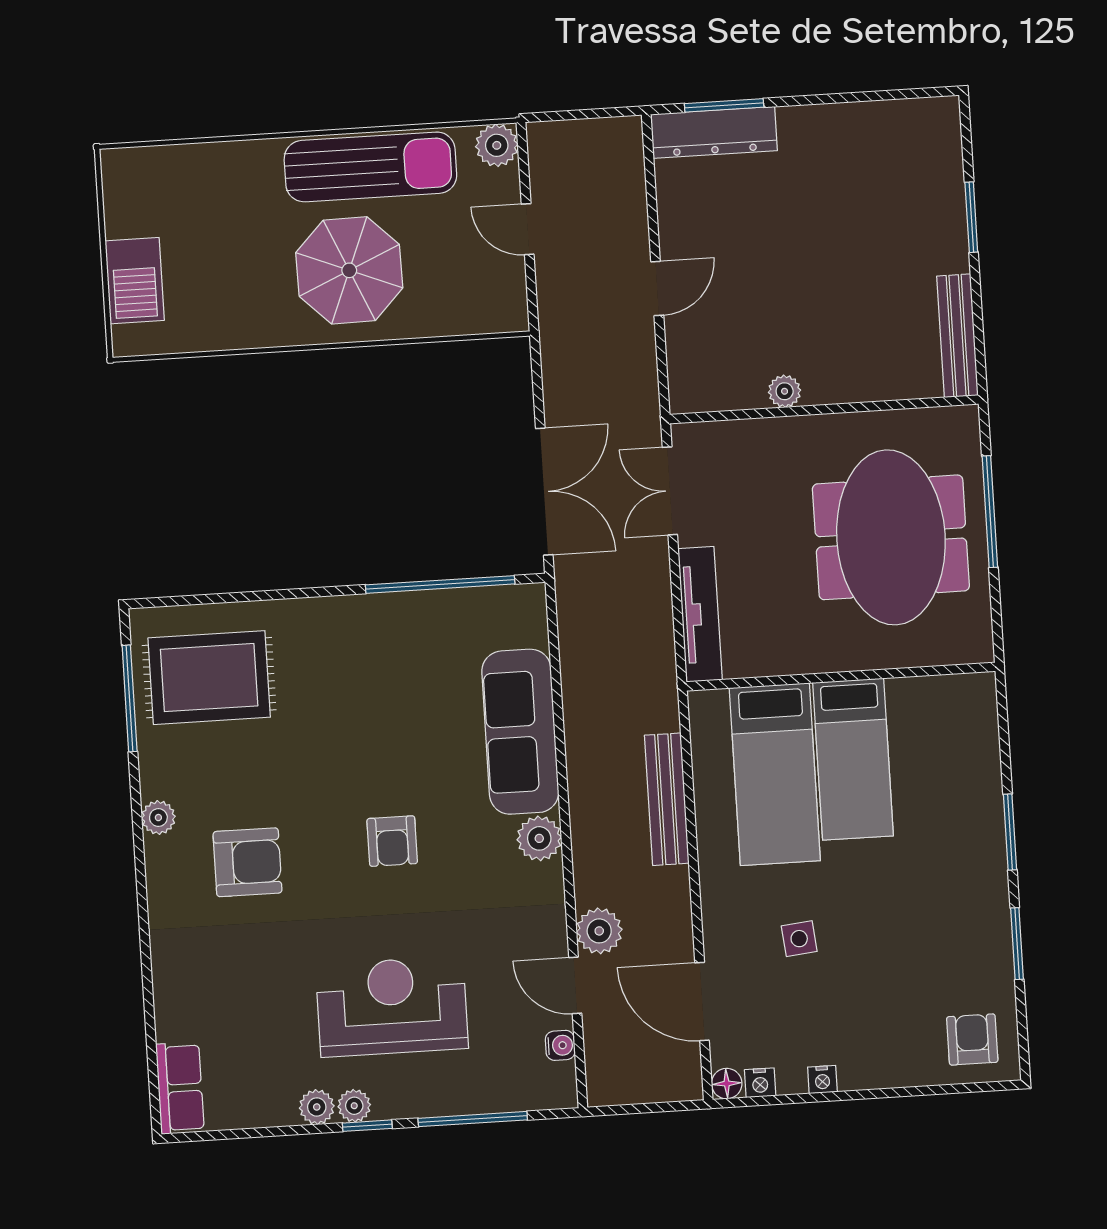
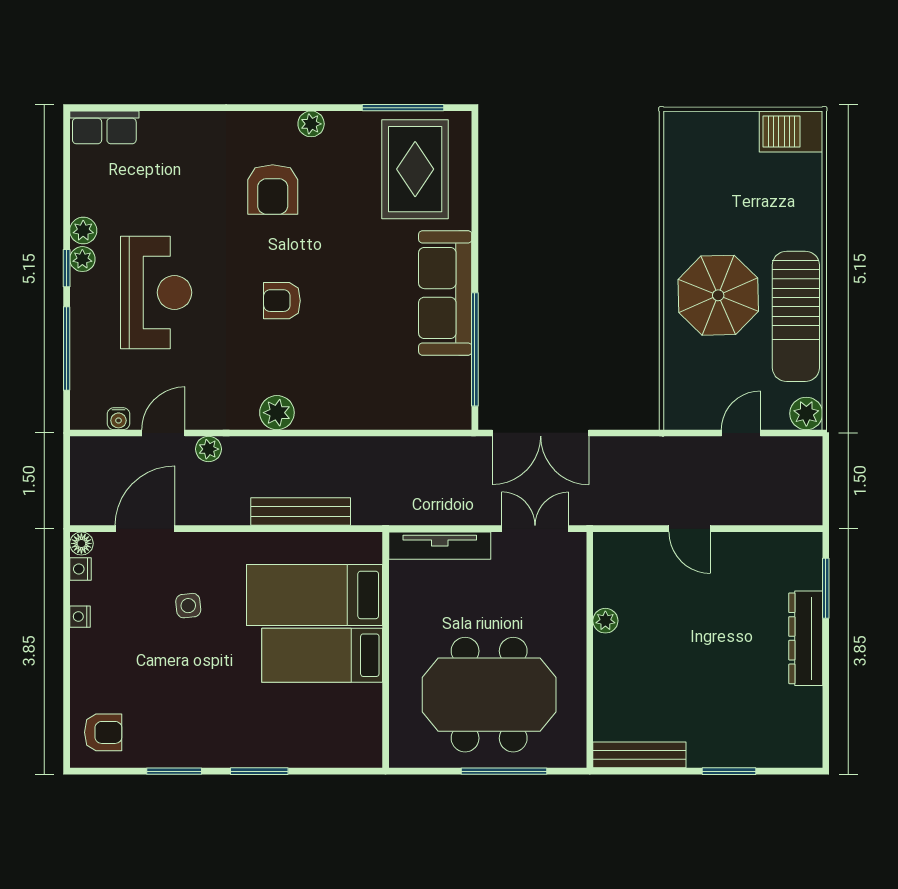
dresser: (714, 132) -> (806, 638), moved
barbecue: (135, 281) -> (791, 131), moved
sofa: (520, 732) -> (445, 293), moved, turned -90
plant: (599, 931) -> (208, 449), width x0.73, depth x0.73

